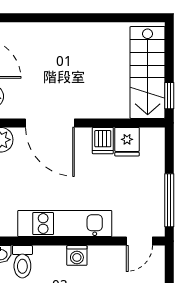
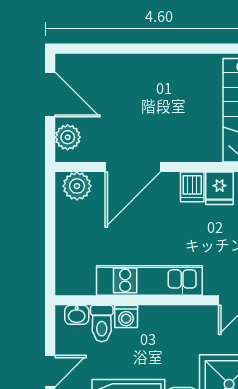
door: (50, 123) -> (133, 167), hinge flipped
washing machine: (77, 255) -> (126, 316), moved

